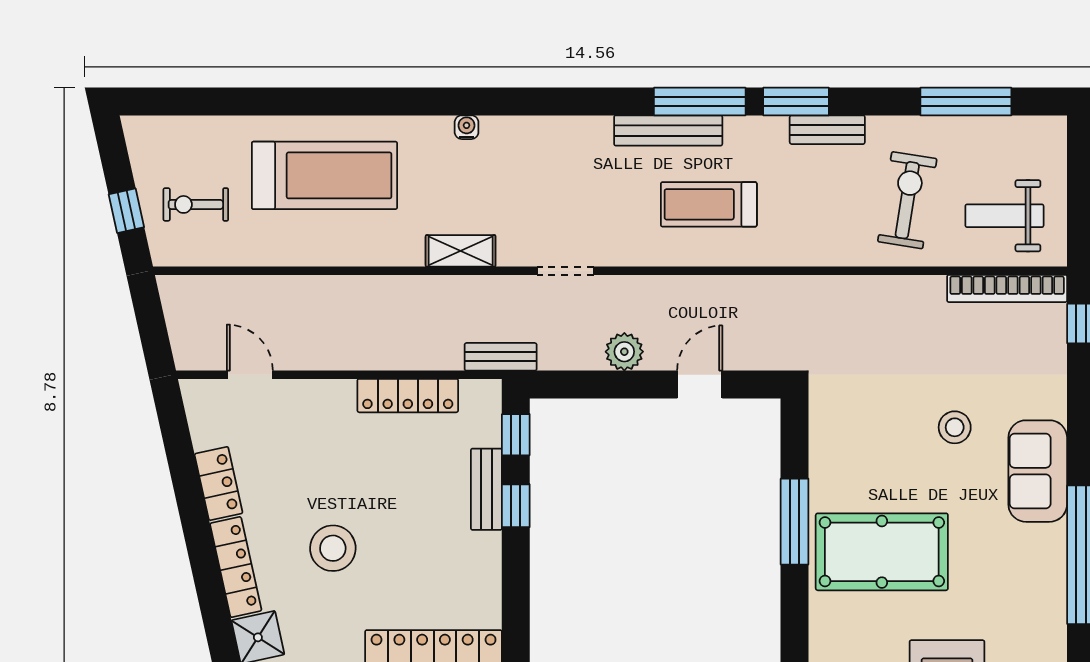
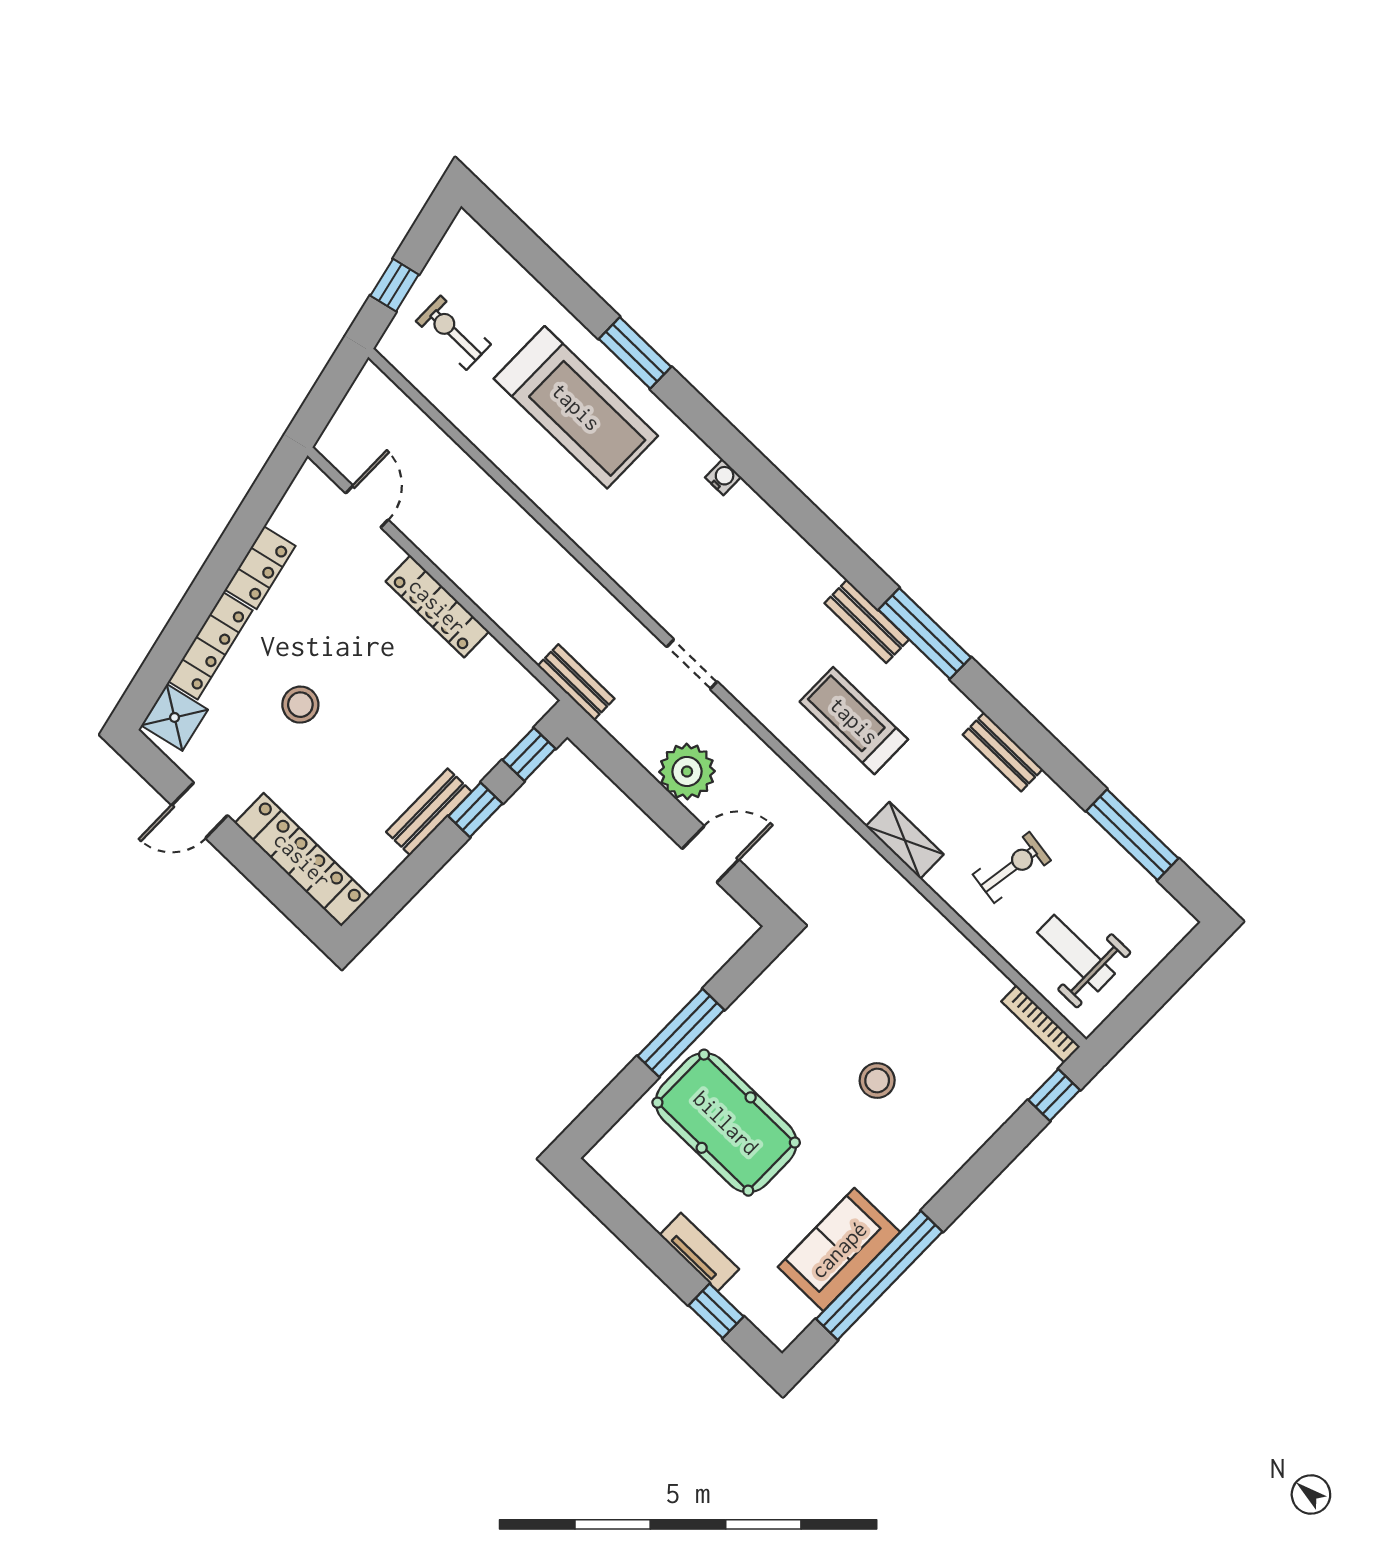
window: (796, 101) -> (635, 353), moved
bench: (668, 131) -> (867, 621), width x0.73
exercise bike: (907, 200) -> (1012, 867), width x0.73, depth x0.72
shelving: (461, 251) -> (905, 840), moved
bookcase: (1007, 288) -> (1041, 1024), width x0.68, depth x0.76
plant: (624, 352) -> (687, 771), width x1.36, depth x1.36
locker: (408, 396) -> (437, 606), moved
sofa: (1038, 471) -> (839, 1250), moved
bench: (486, 489) -> (429, 812), moved
stool: (333, 548) -> (300, 705), width x0.73, depth x0.73

